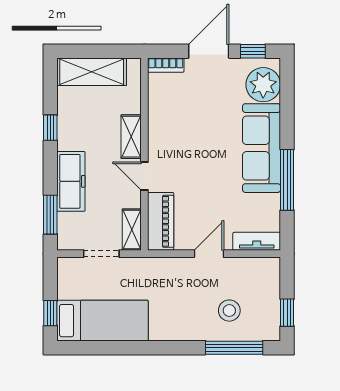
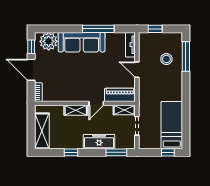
window: (287, 313) -> (155, 29), moved

